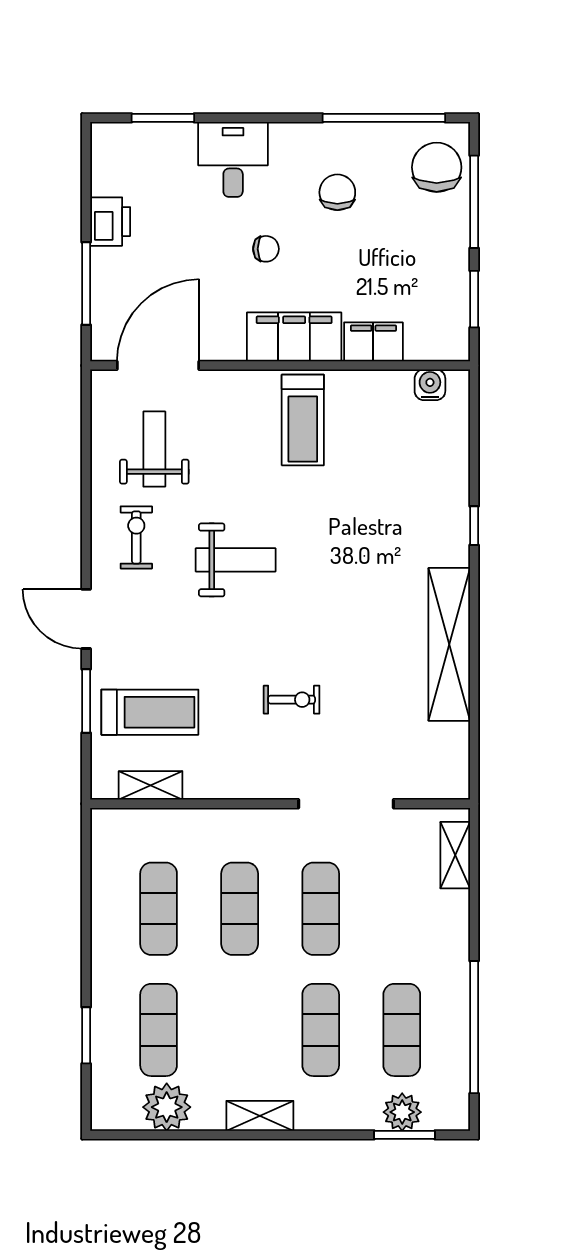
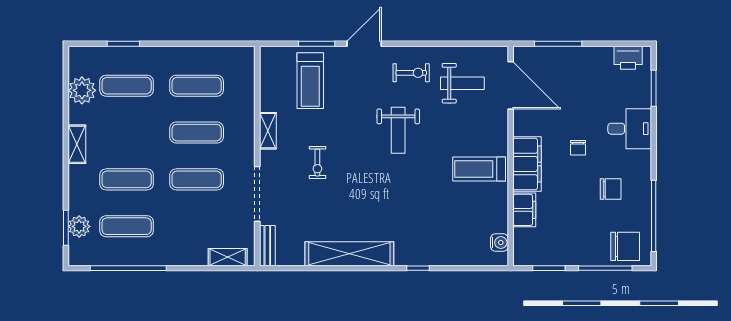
printer: (110, 222) -> (628, 58), moved
shelving: (151, 785) -> (268, 131), moved
bench: (435, 786) -> (267, 246), added

